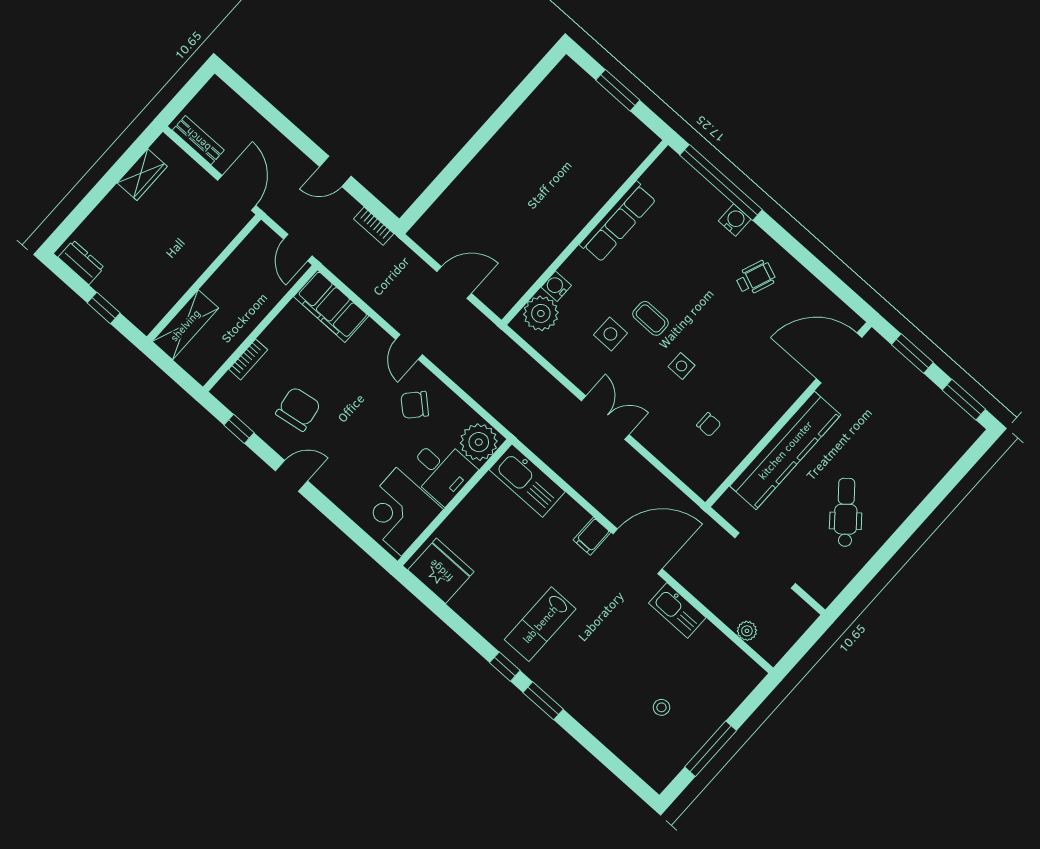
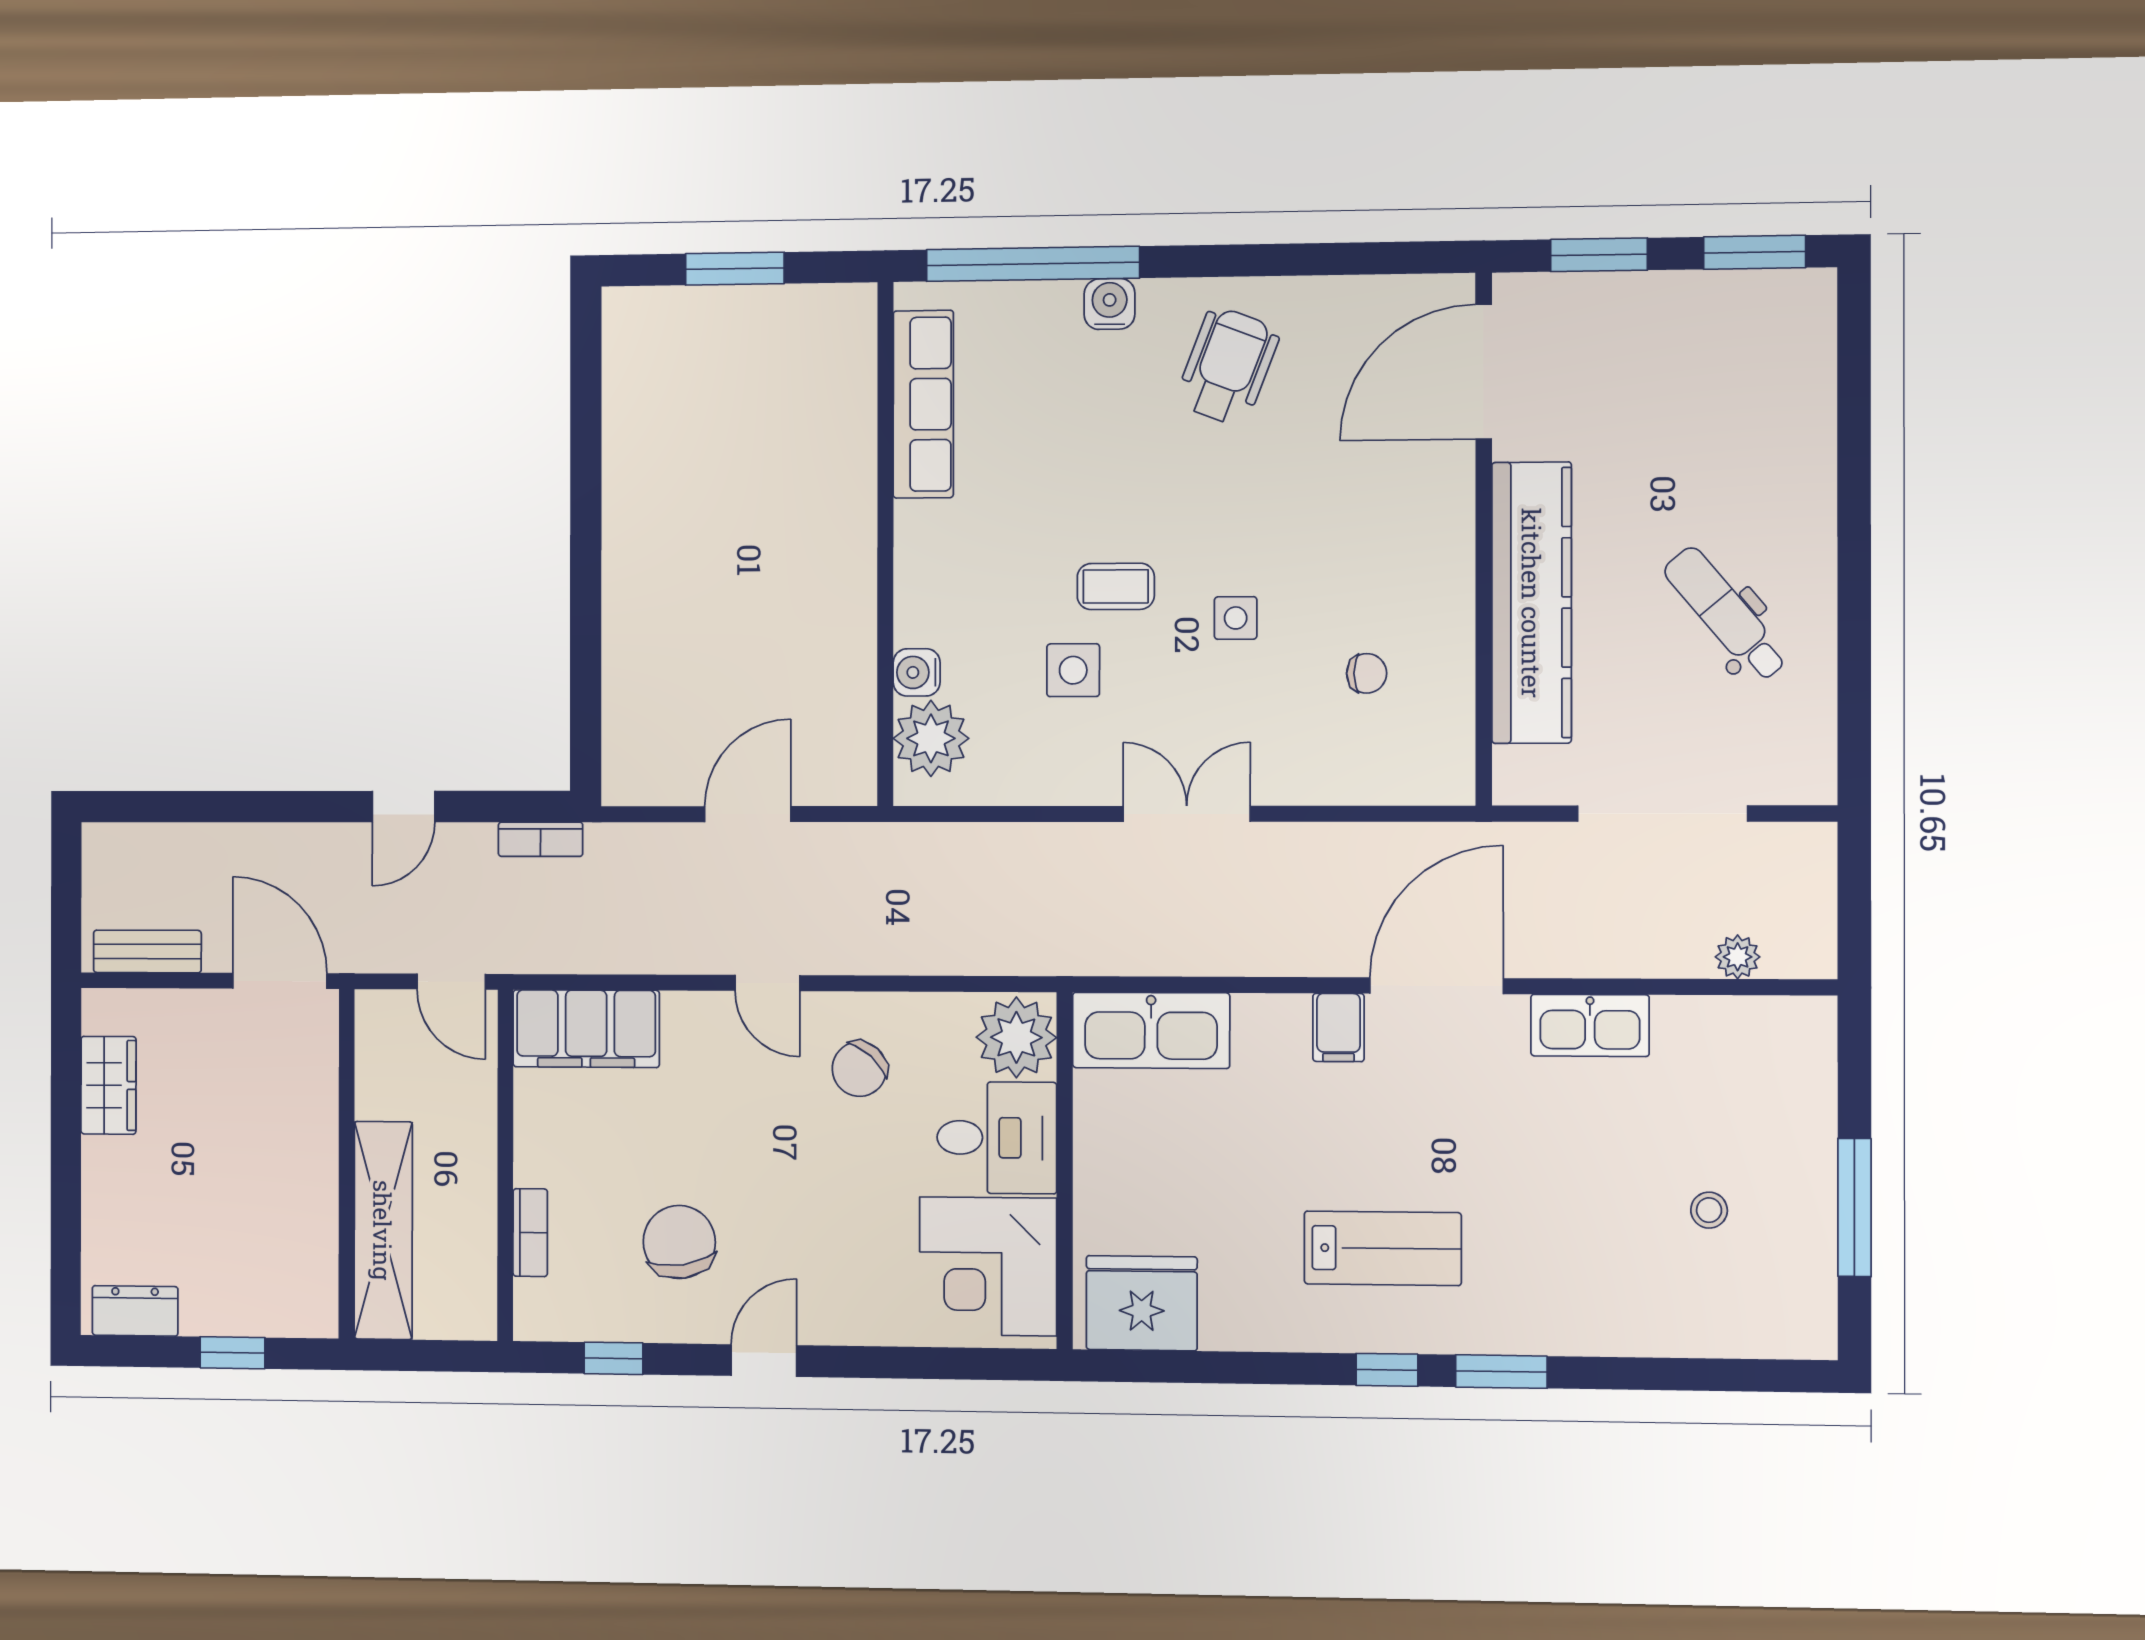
row of seats: (618, 222) -> (923, 404), moved
wheelchair: (755, 278) -> (1228, 366), width x1.36, depth x1.37
shelving: (185, 325) -> (383, 1230), width x1.47
lab bench: (540, 624) -> (1383, 1248), turned -90

